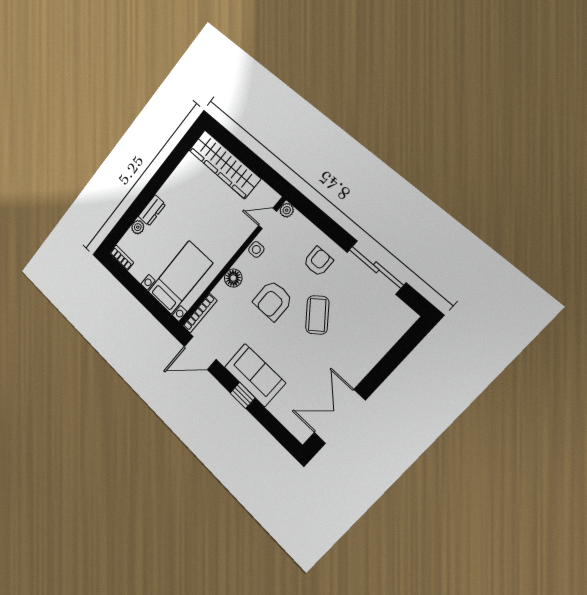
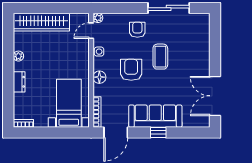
plant: (138, 227) -> (18, 56), moved
armchair: (273, 301) -> (131, 70), turned 180
coffee table: (317, 315) -> (160, 57), turned 38
sofa: (255, 375) -> (155, 116), width x1.36

